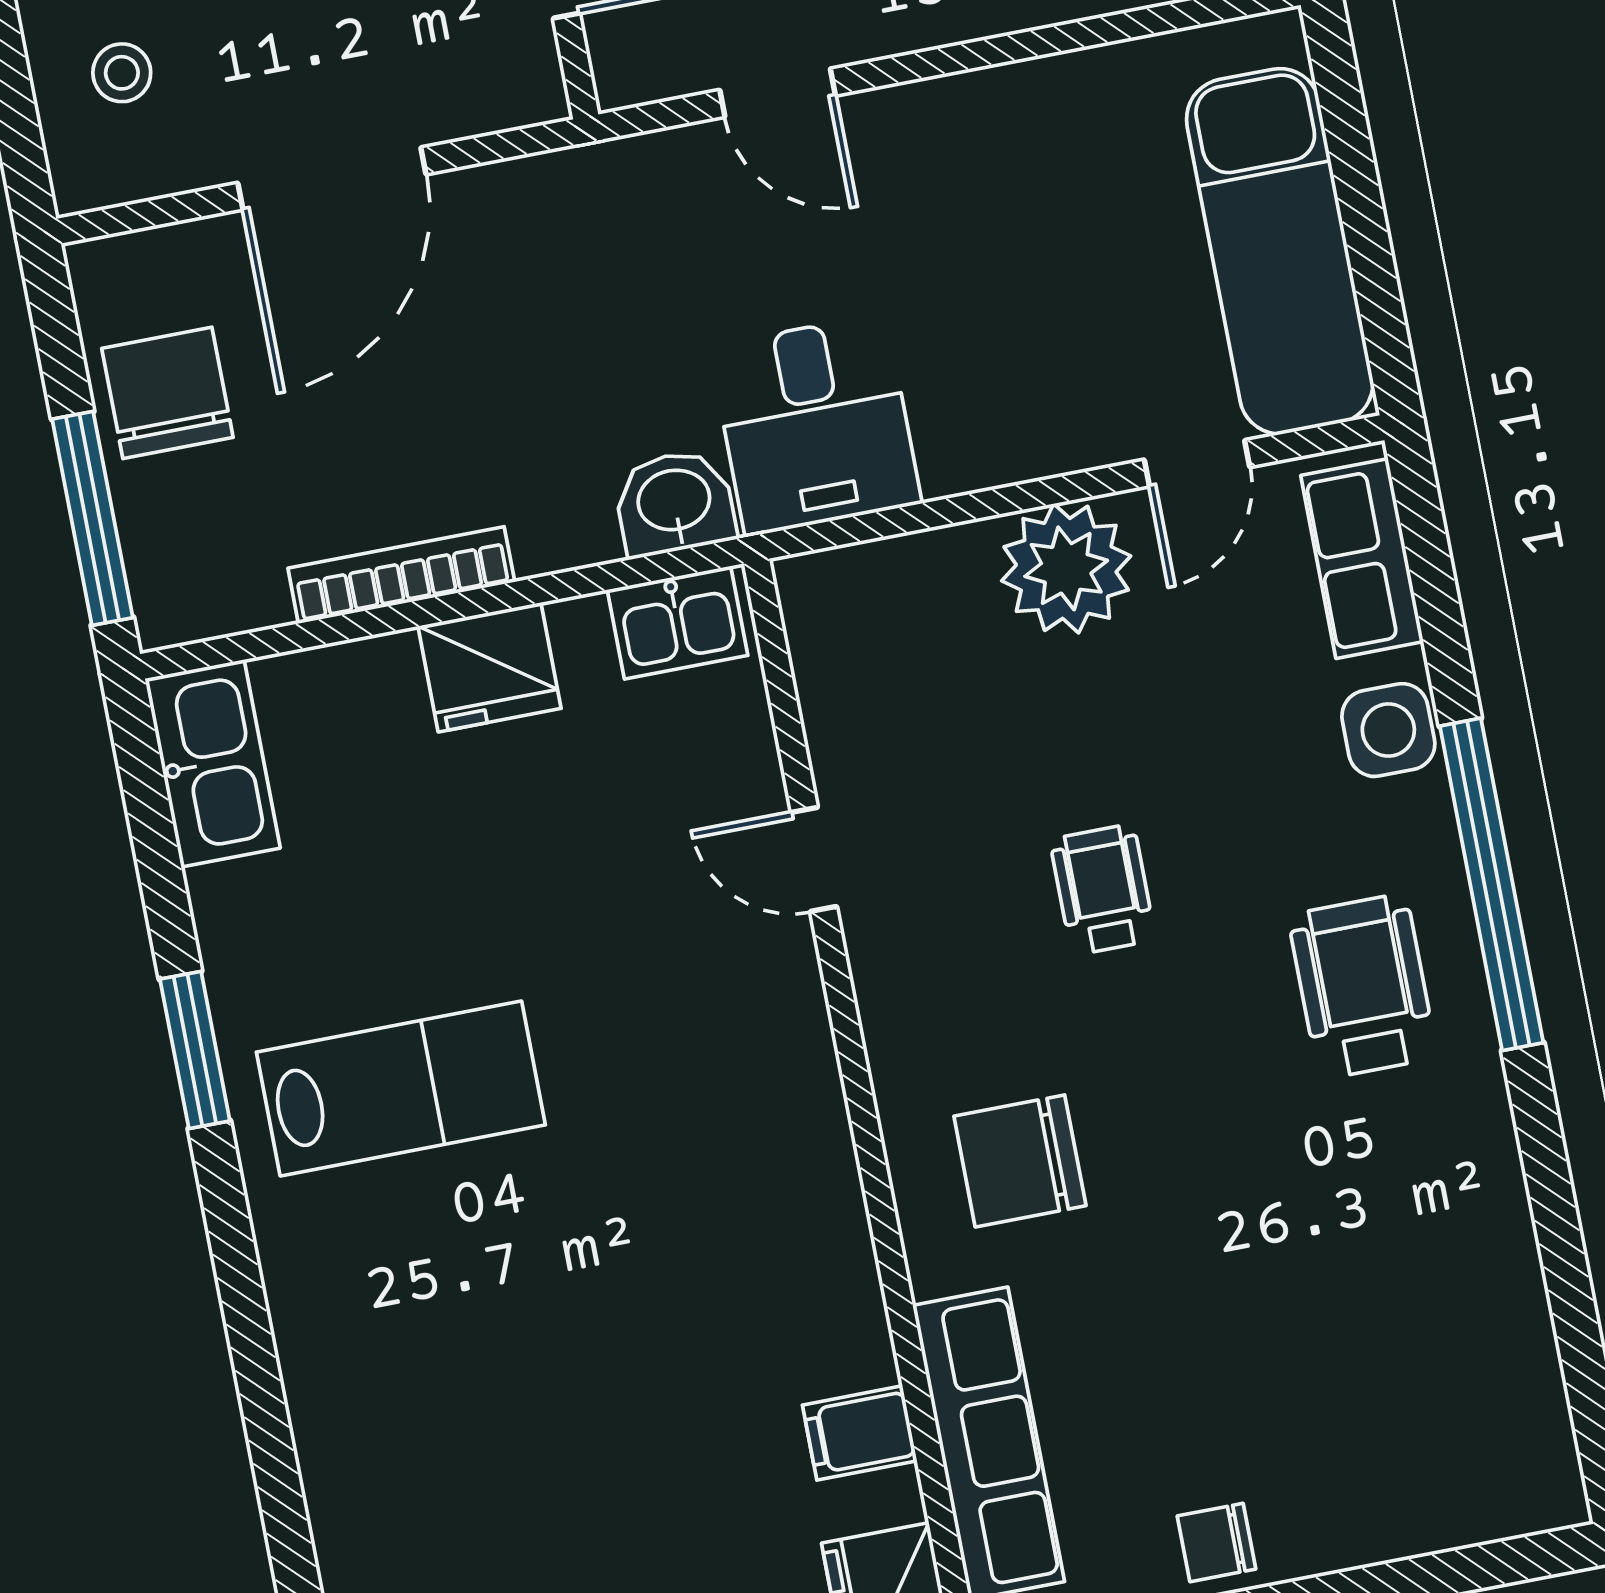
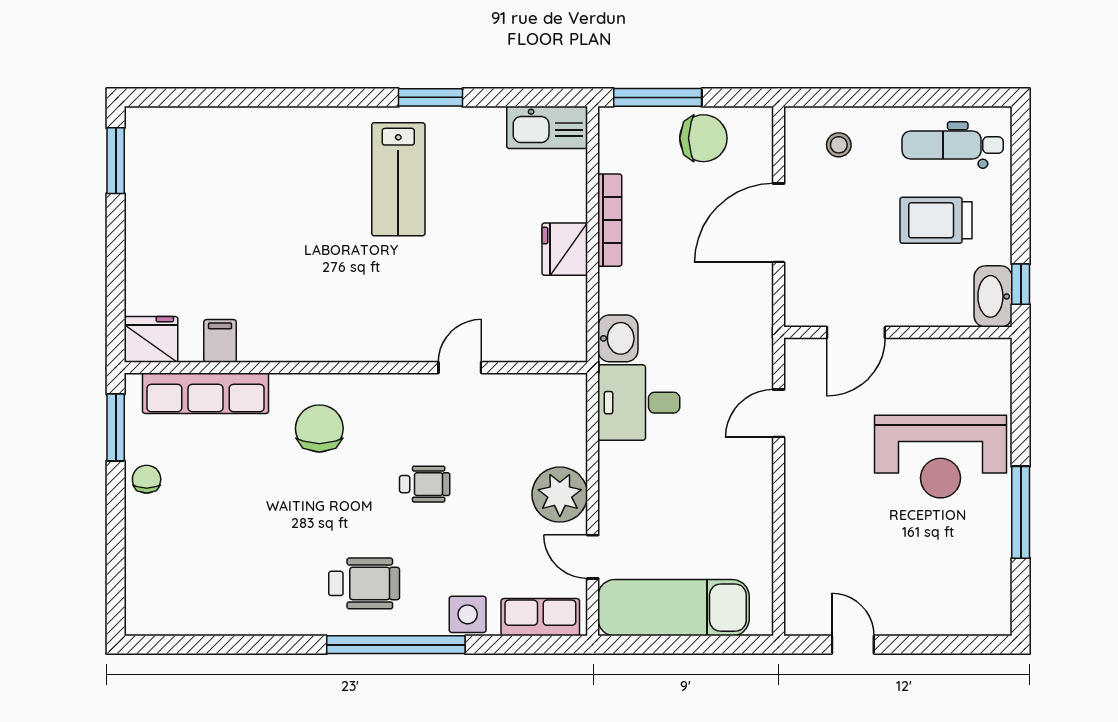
door: (332, 179) -> (779, 223), hinge flipped
kitchen sink: (678, 623) -> (568, 330), removed

